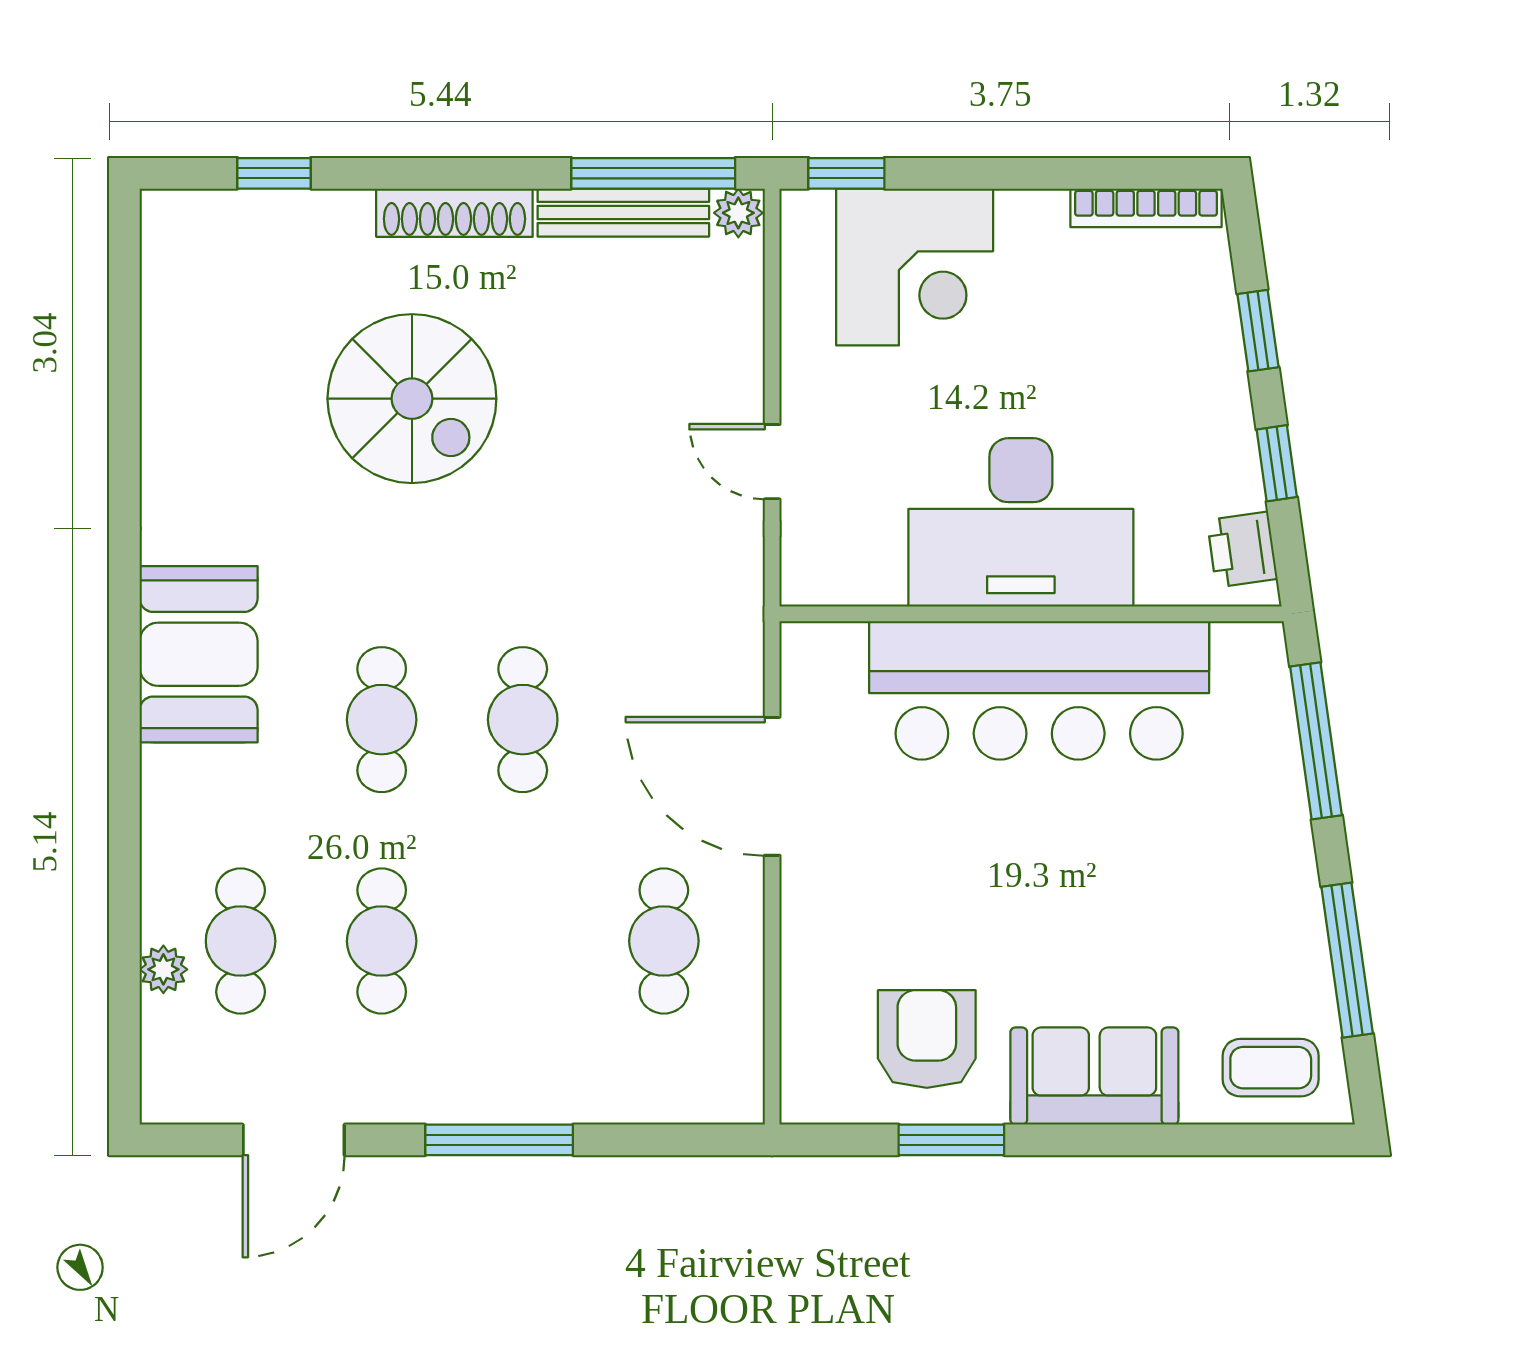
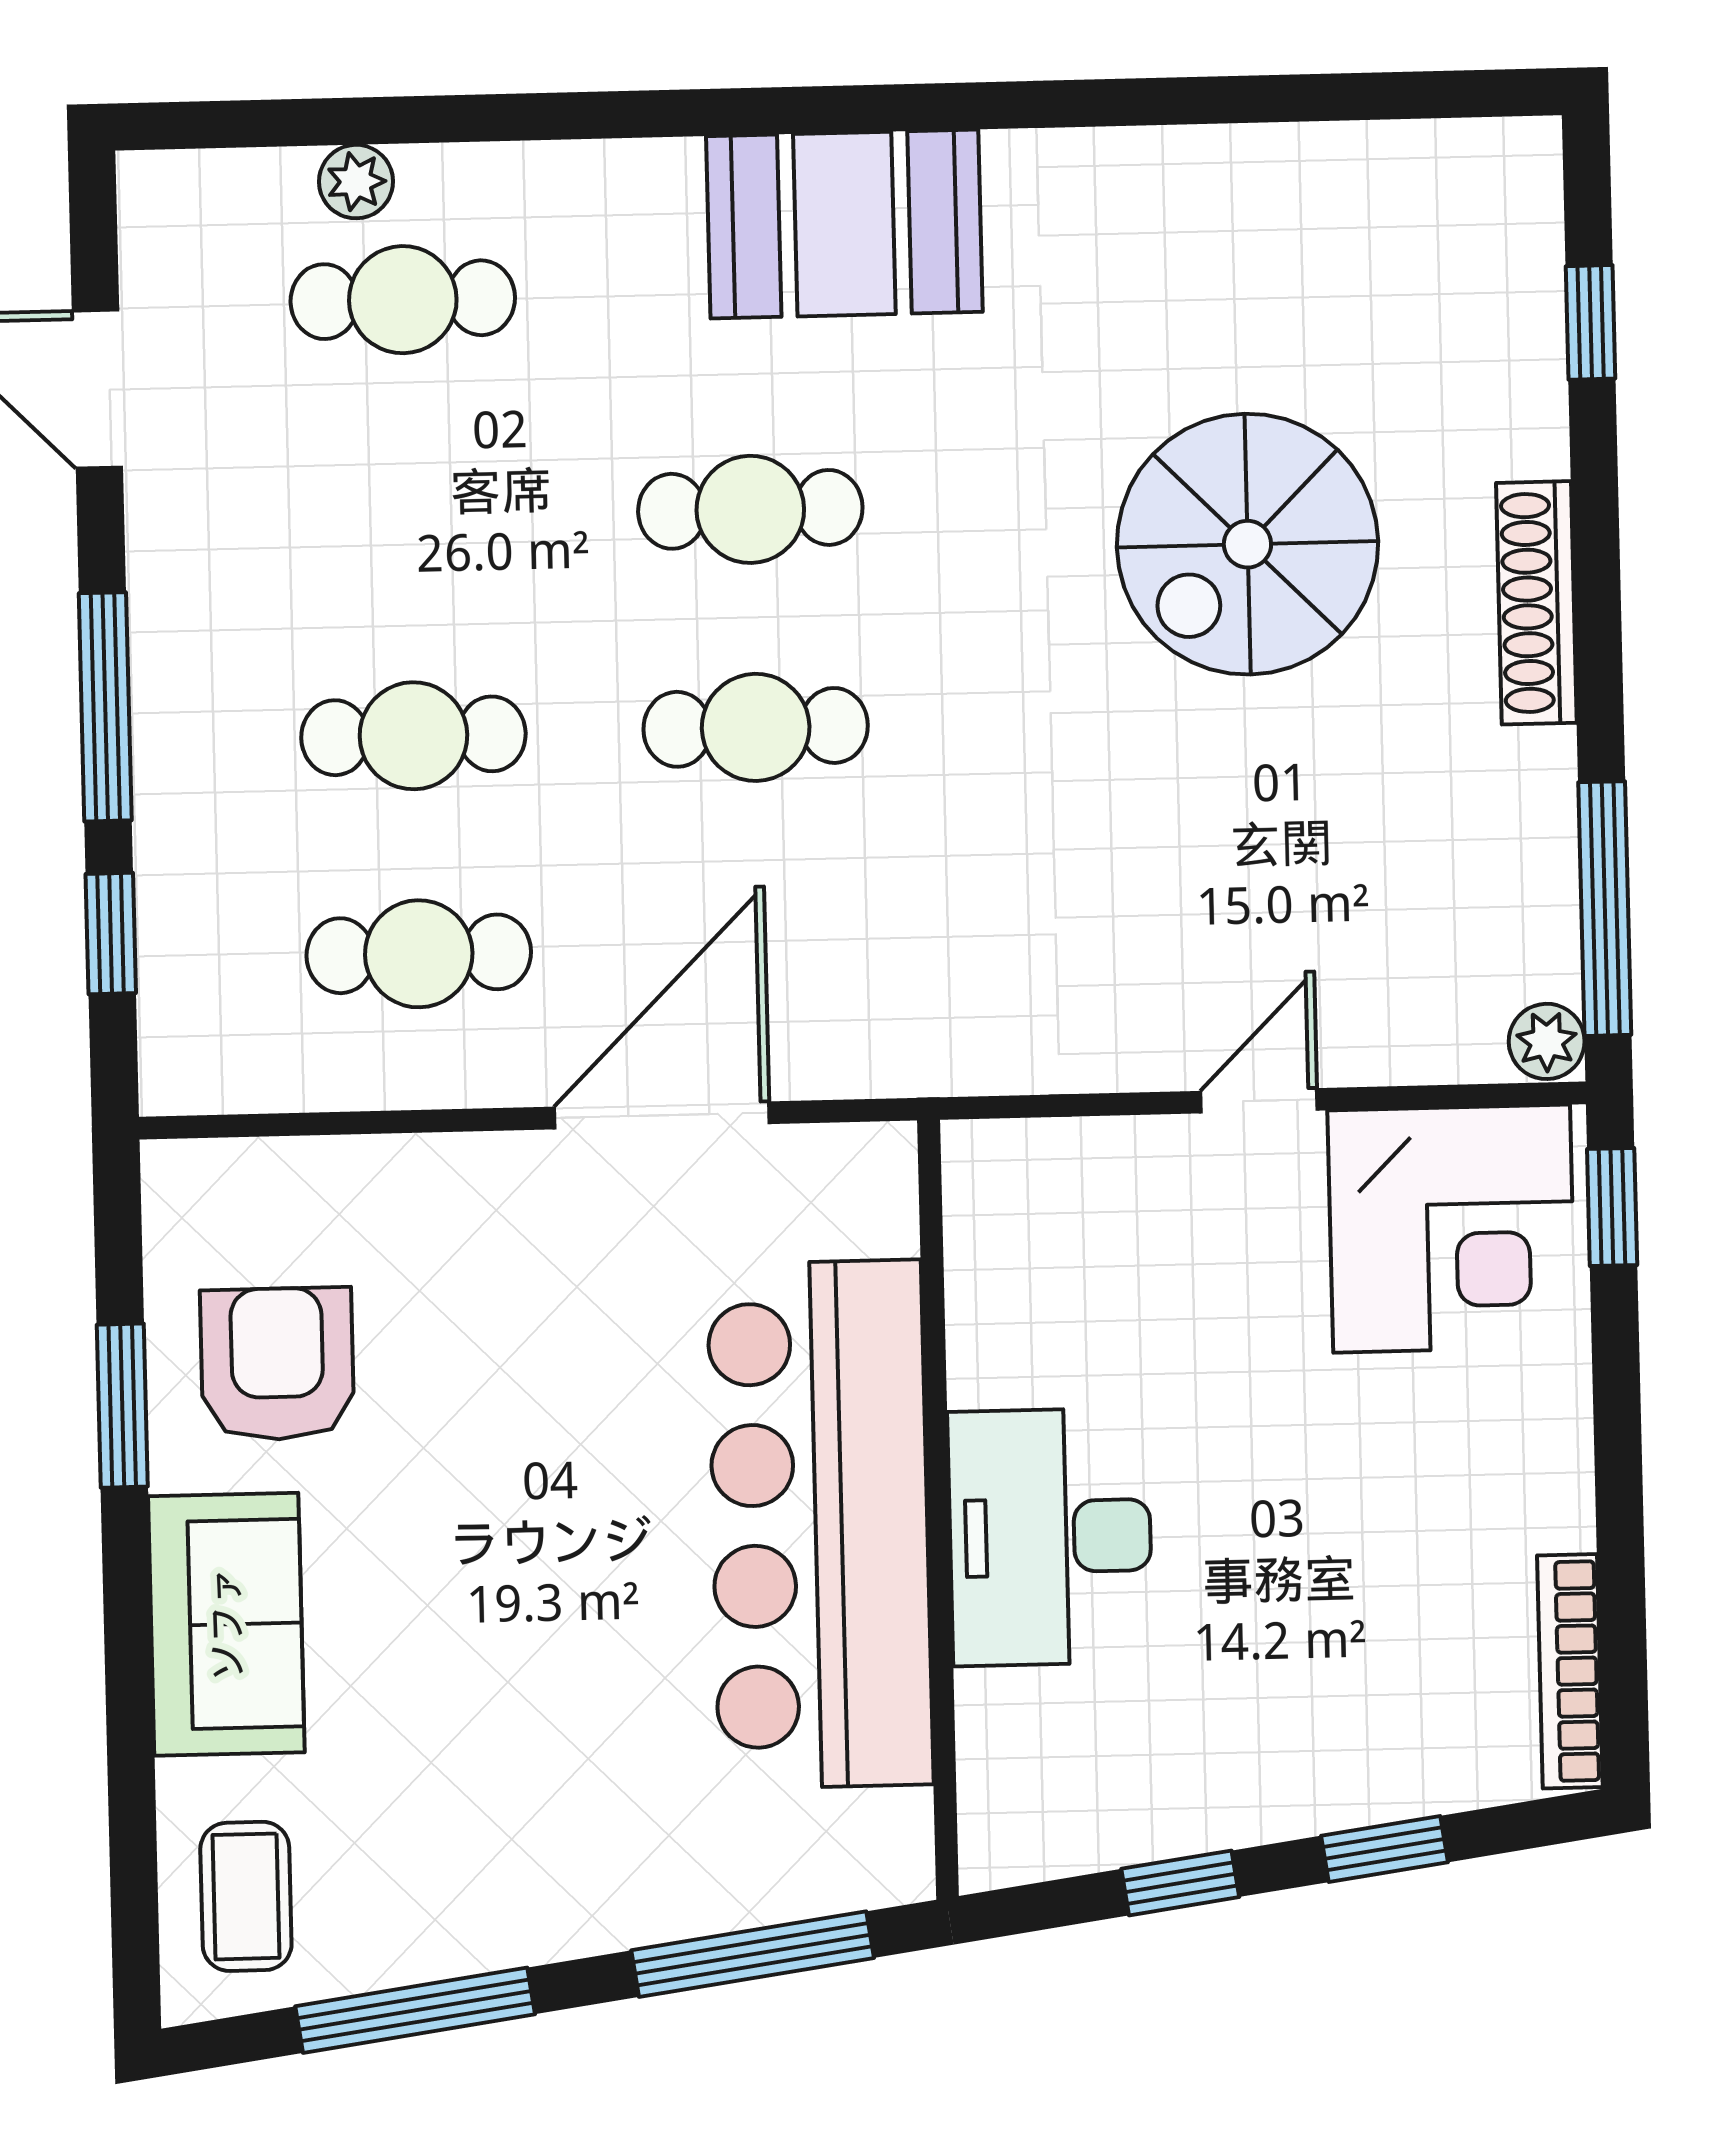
bench: (623, 213) -> (1543, 864), removed
corner desk: (915, 267) -> (1452, 1229), moved, turned -90
door: (772, 462) -> (1259, 1101), moved
desk: (1021, 522) -> (1050, 1537), width x0.73, depth x0.77
printer: (1242, 550) -> (1046, 1833), removed
cafe table: (382, 941) -> (413, 736), moved
armchair: (927, 1039) -> (277, 1364), turned -90
window: (646, 1140) -> (111, 934), added

